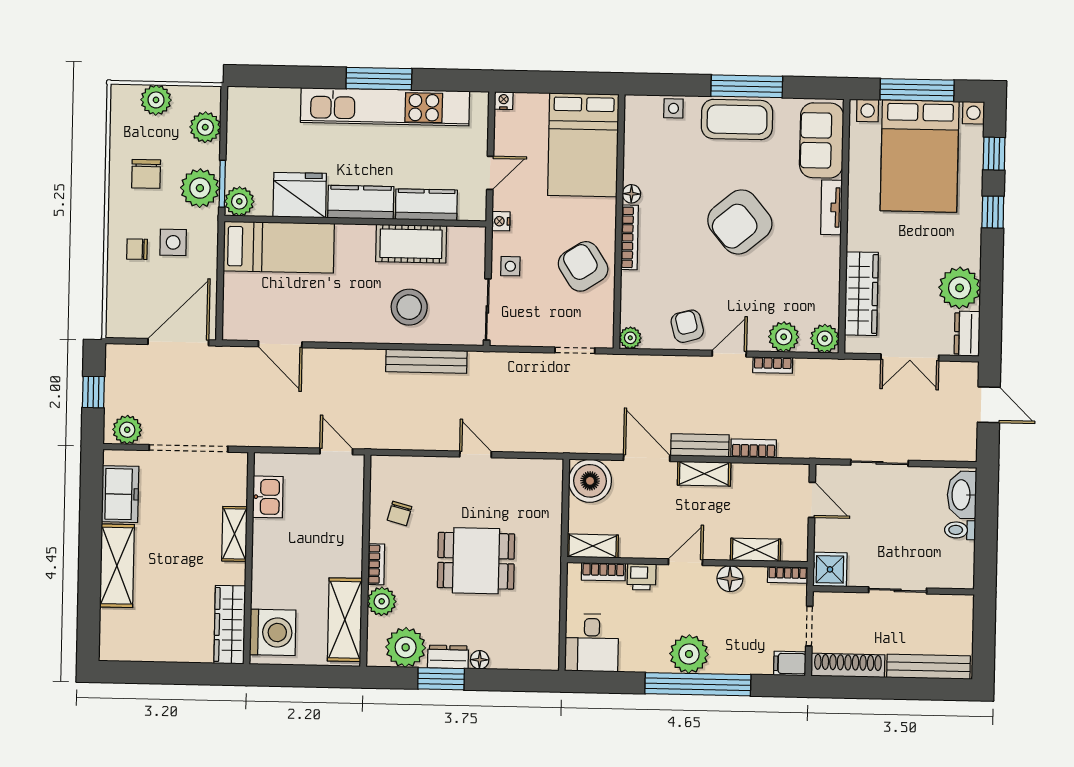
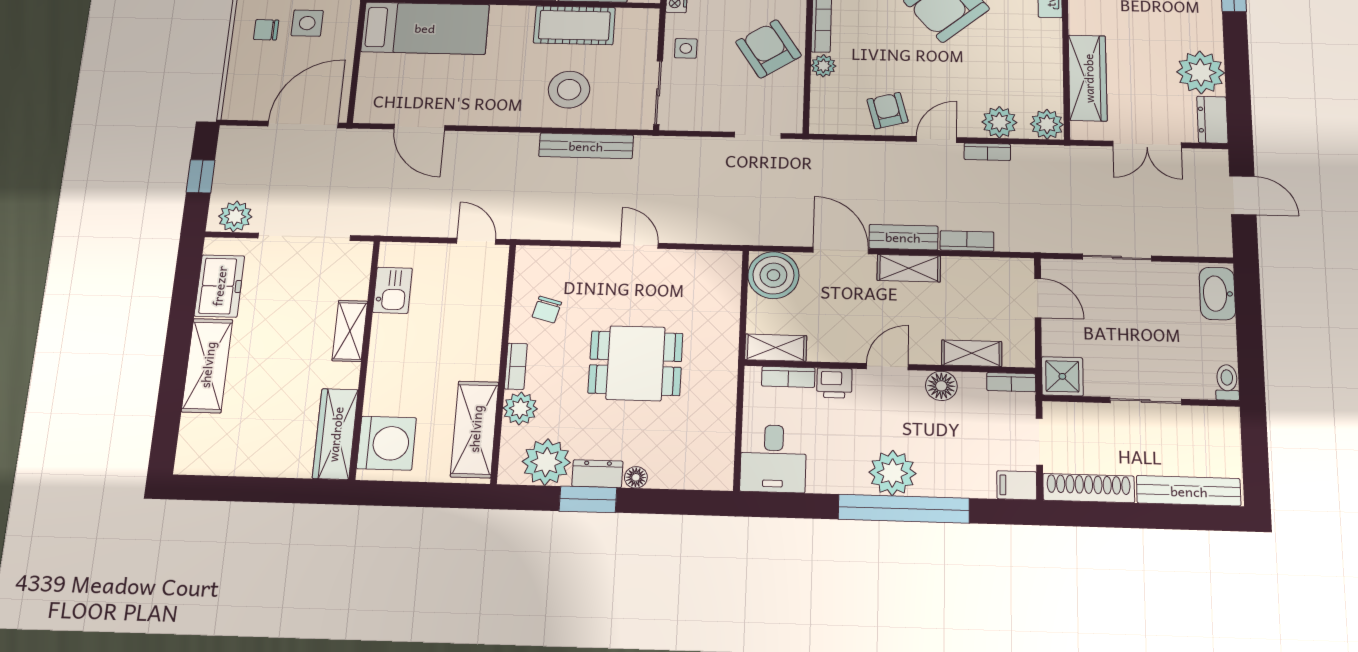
plant: (630, 338) -> (823, 66), moved
toilet: (960, 530) -> (1227, 382), moved, turned 90

